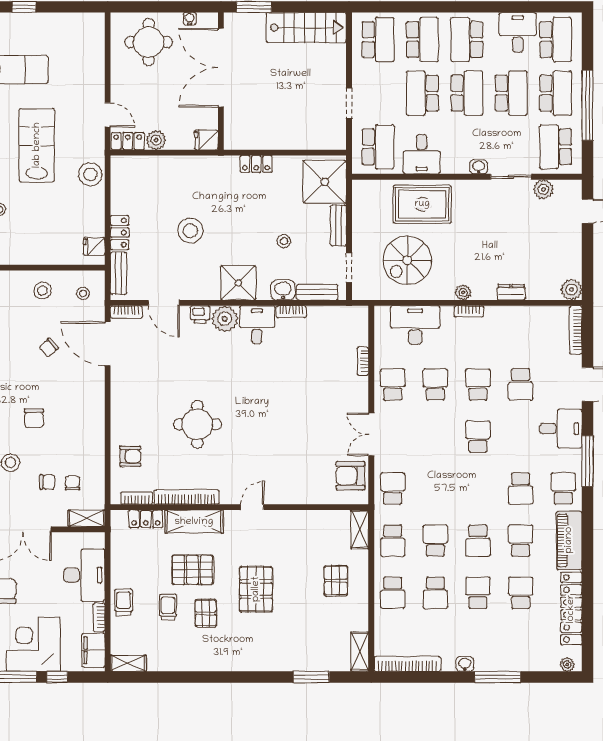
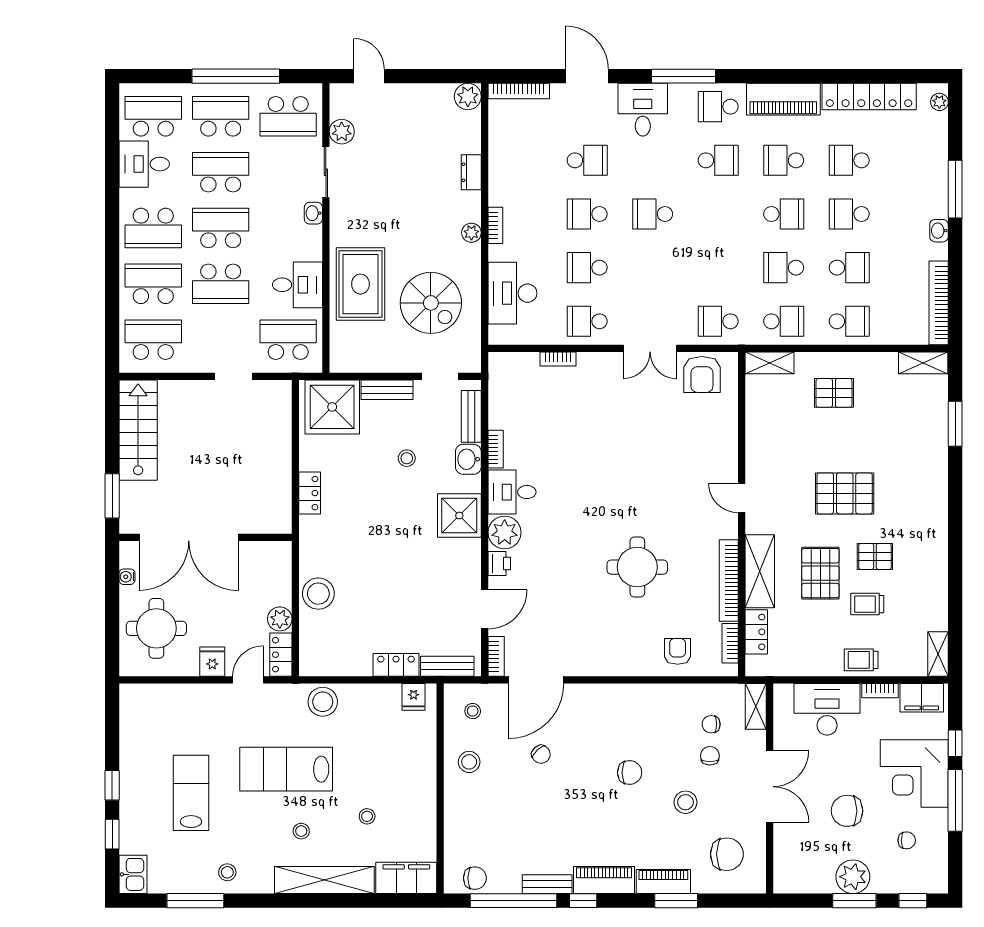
fridge: (206, 140) -> (212, 662), moved, turned 180
stool: (190, 231) -> (318, 594), moved

